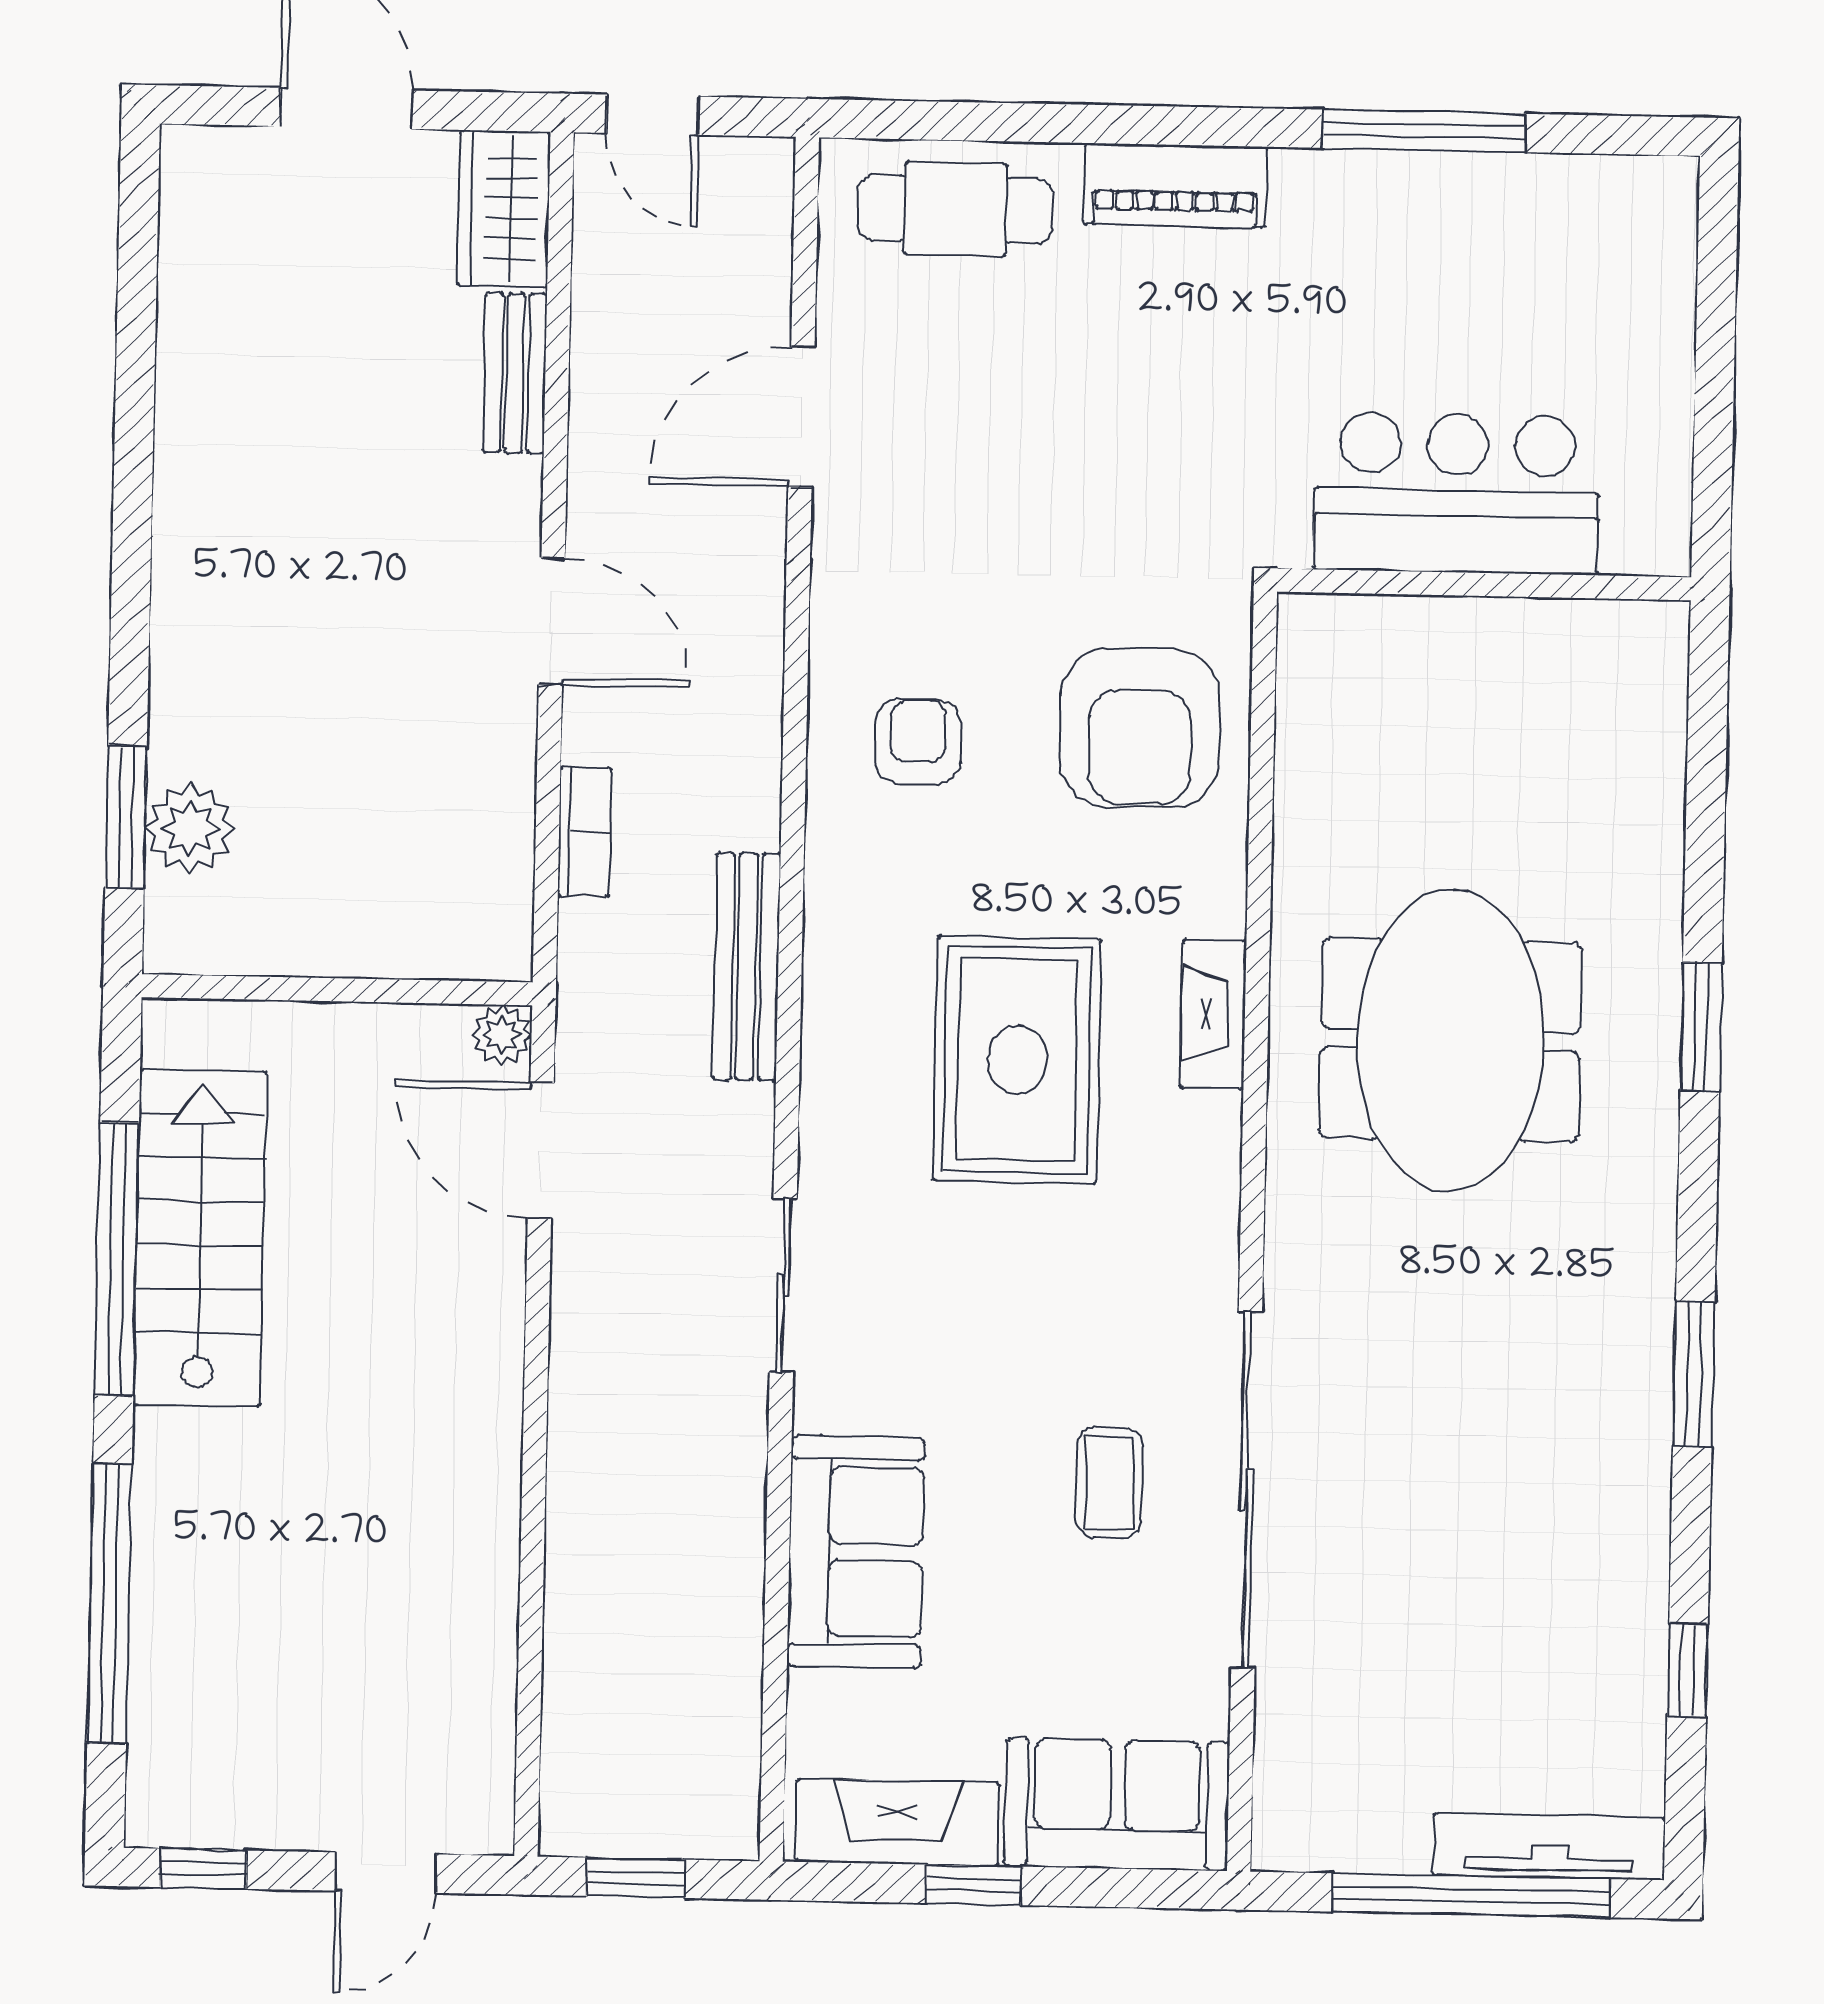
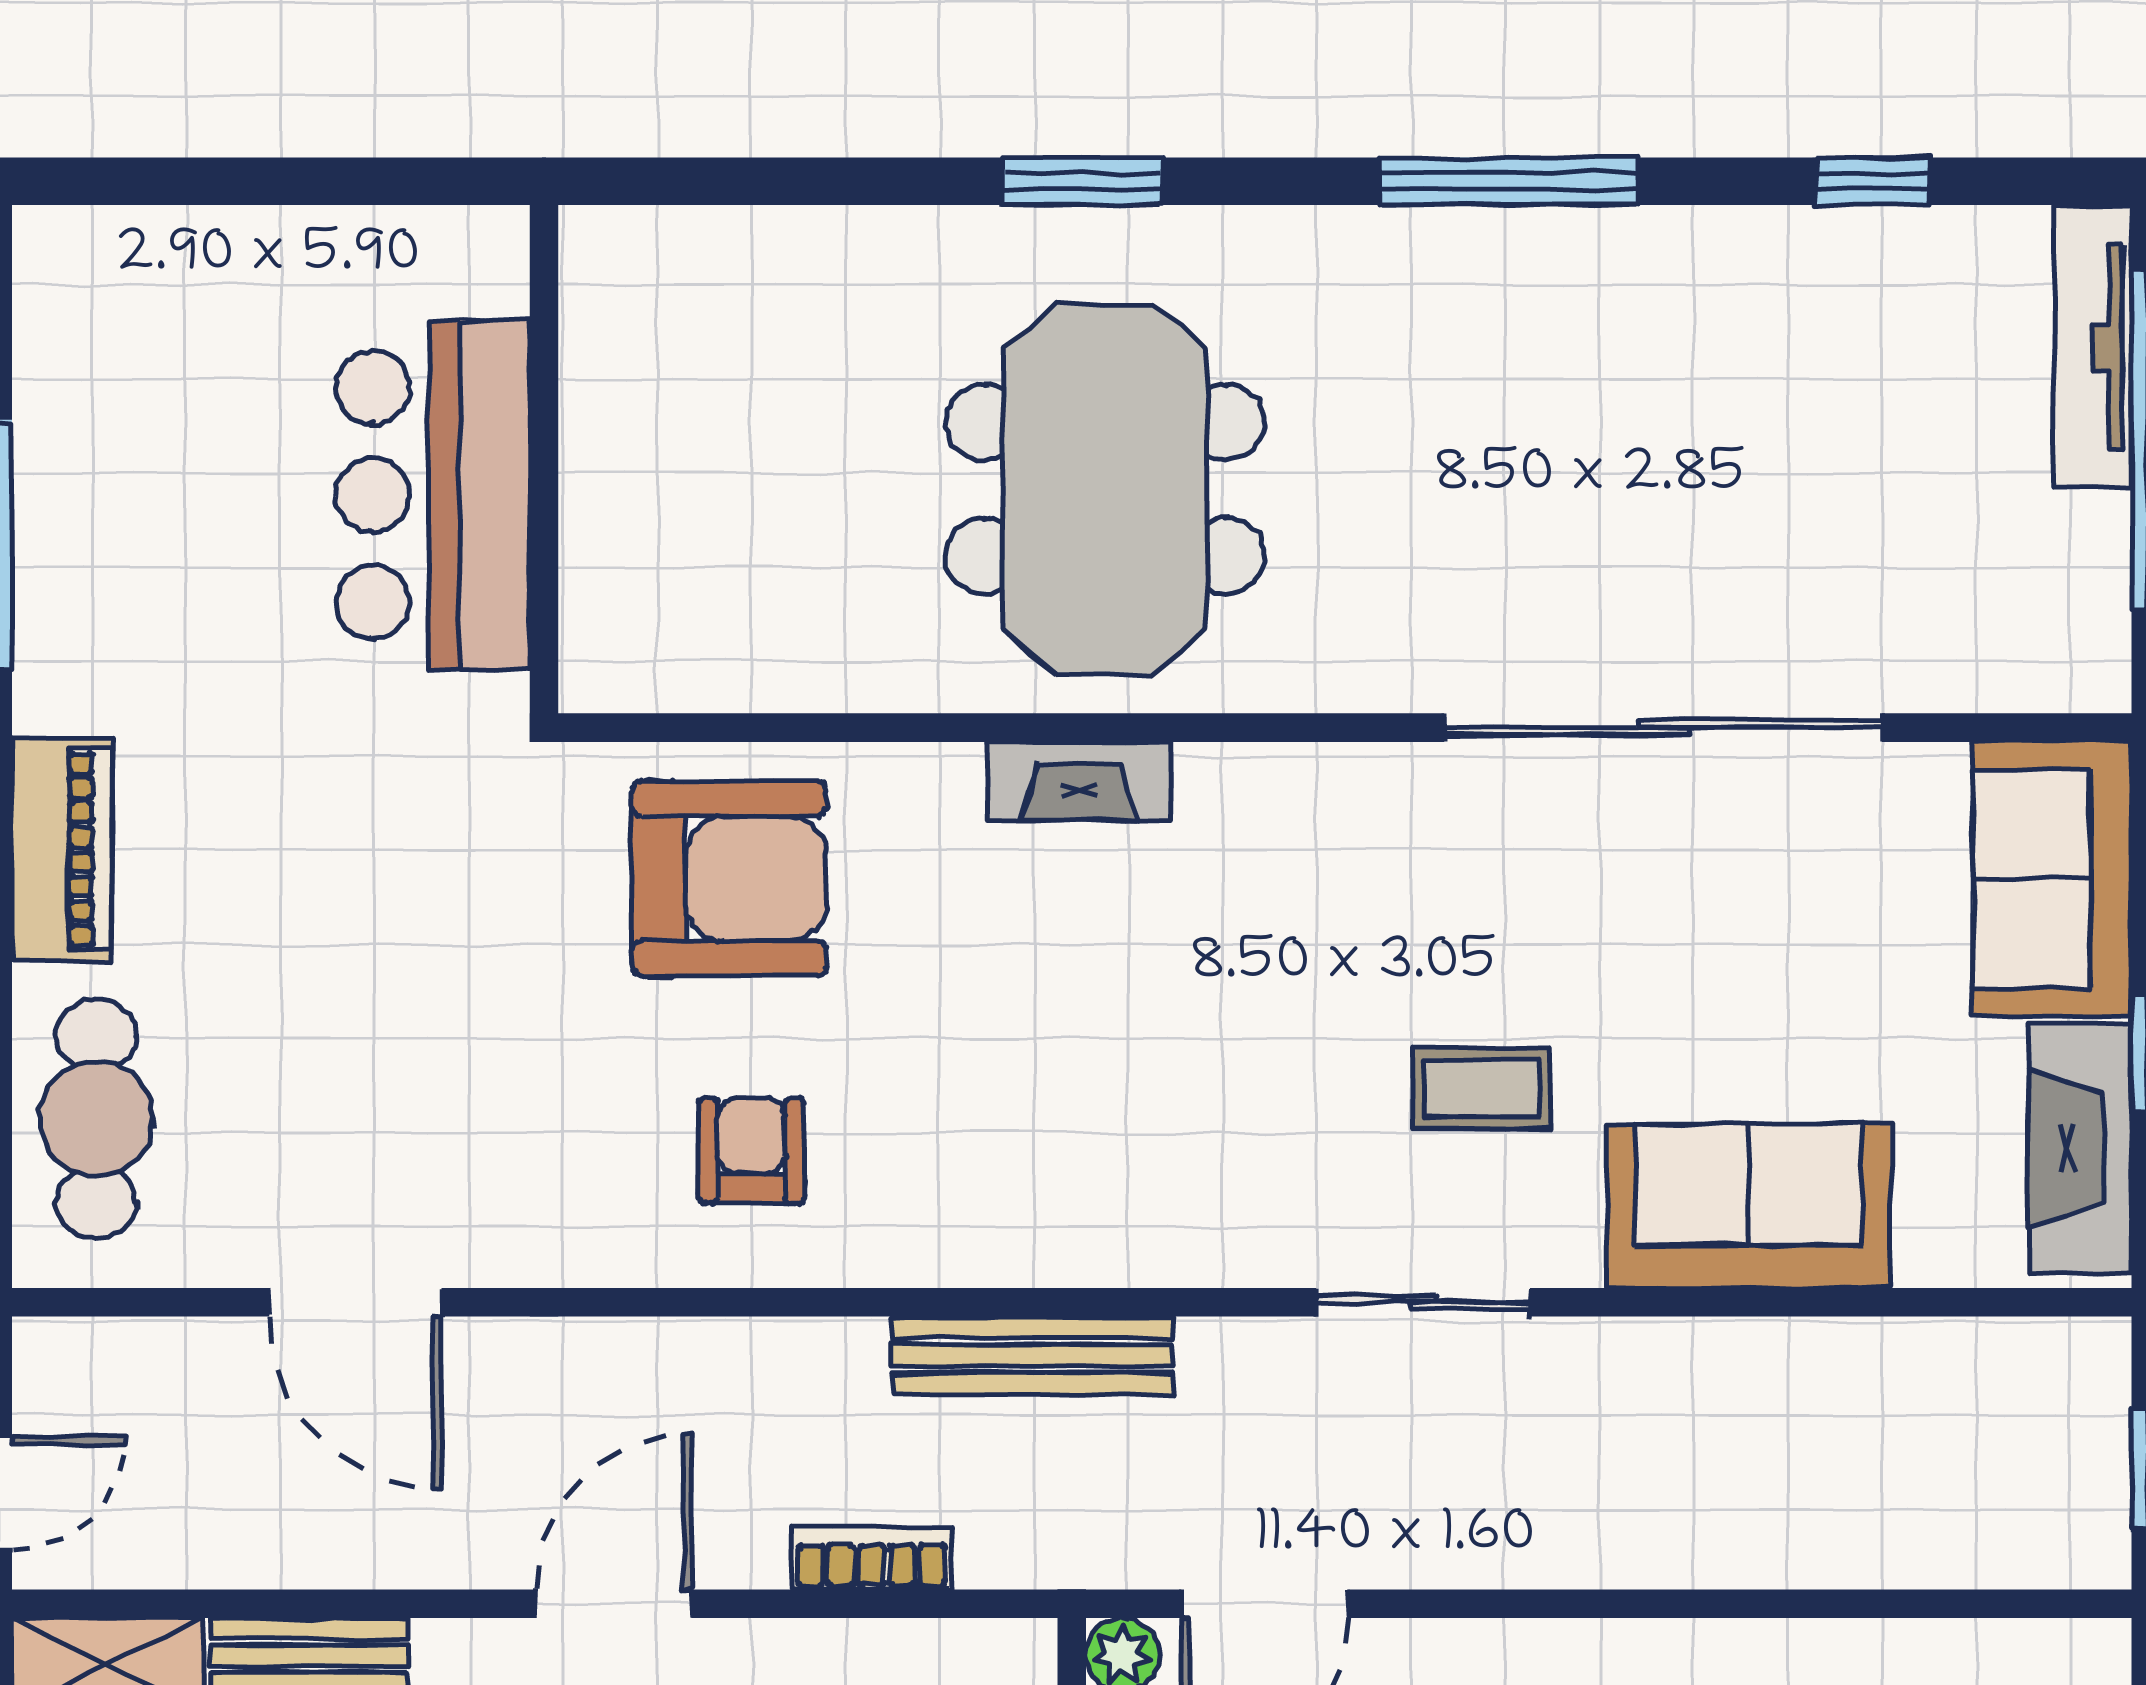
armchair: (918, 741) -> (751, 1151), turned 90
meeting table: (1450, 1040) -> (1105, 489), turned 90
rug: (1017, 1060) -> (1140, 1021), removed
window: (1694, 1374) -> (1509, 181), width x1.44
coffee table: (1109, 1482) -> (1482, 1088), moved

